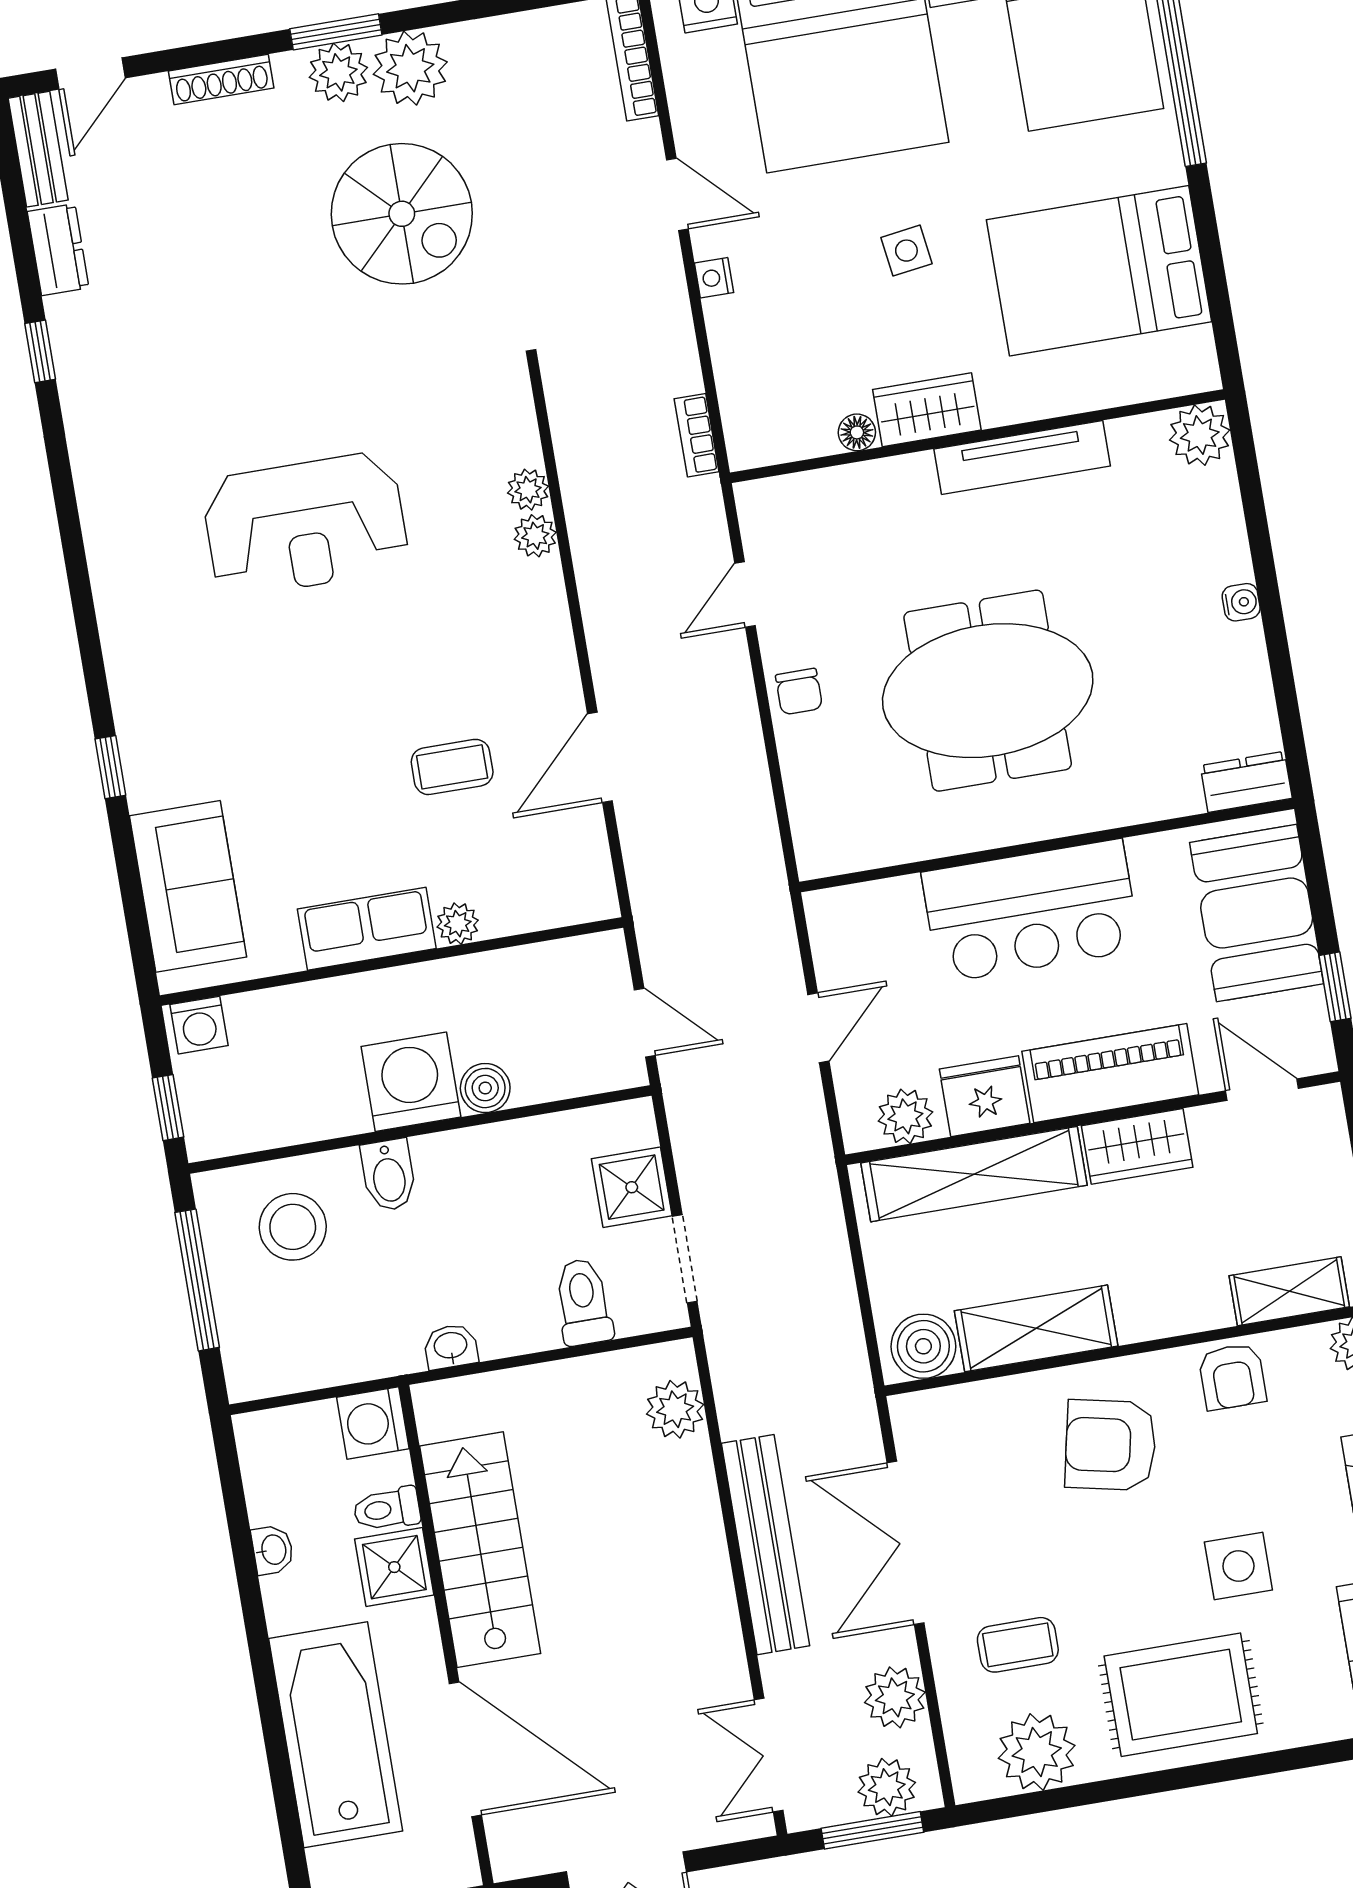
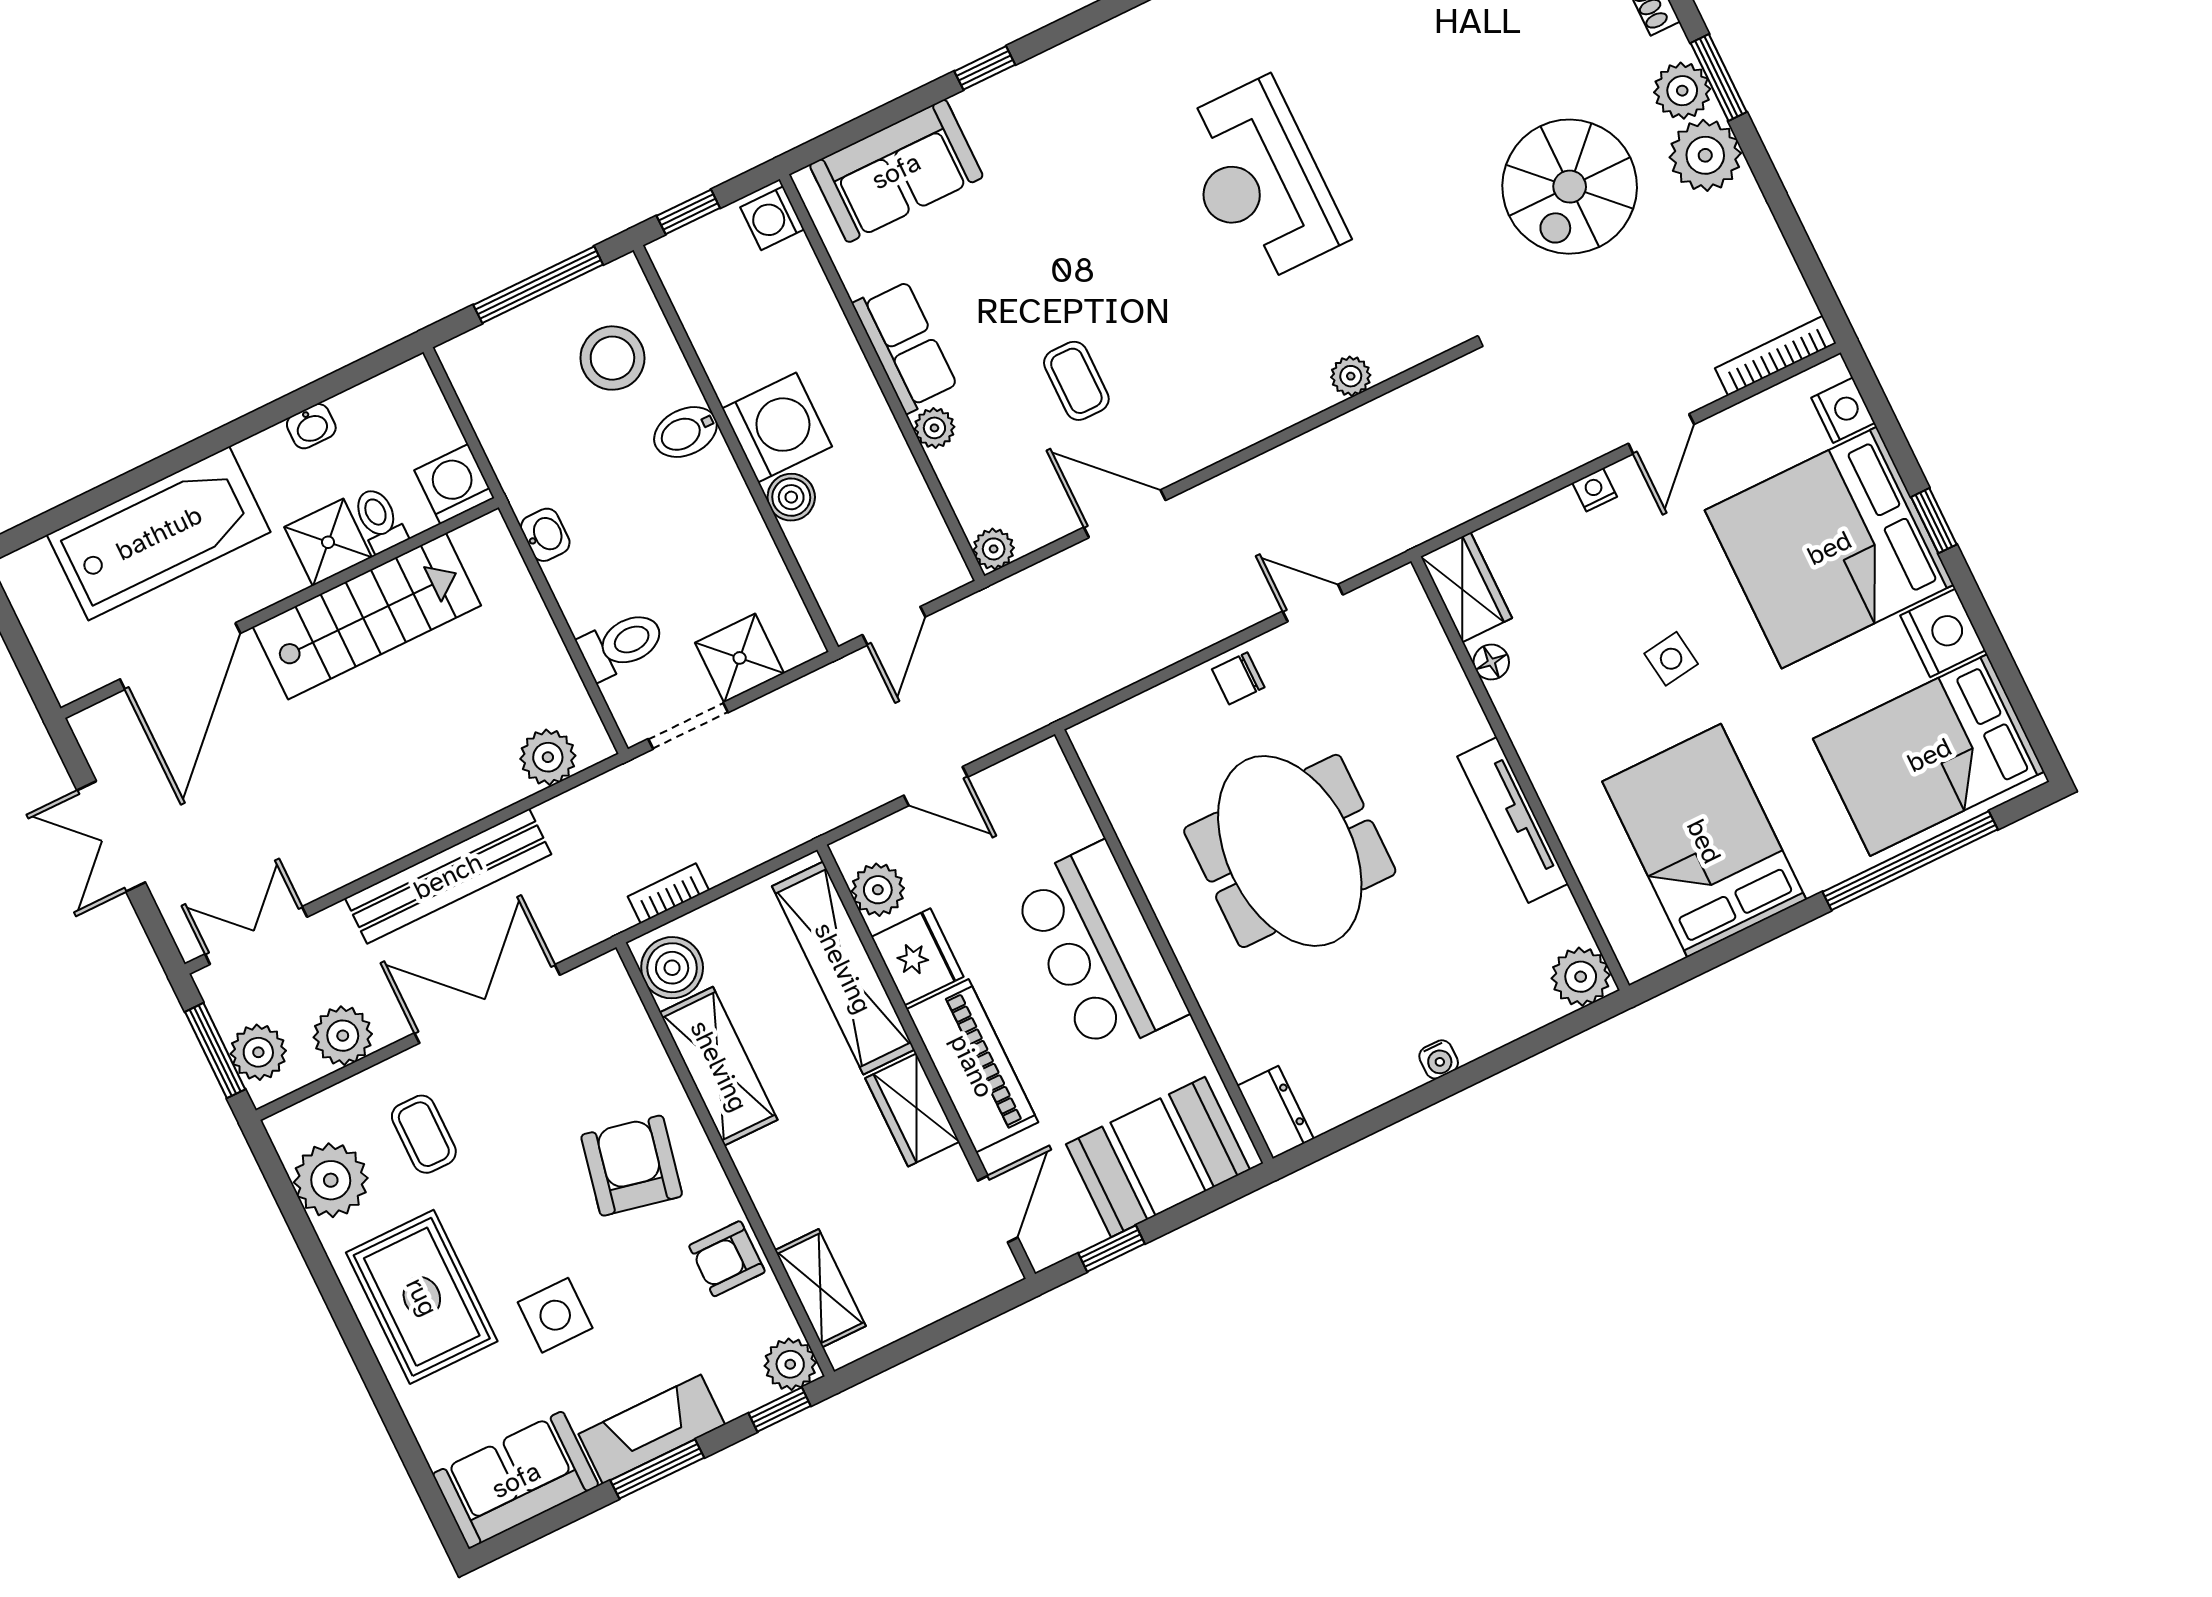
wardrobe: (927, 410) -> (1466, 587), moved
bookcase: (697, 435) -> (668, 893), moved
plant: (535, 536) -> (994, 549), moved

